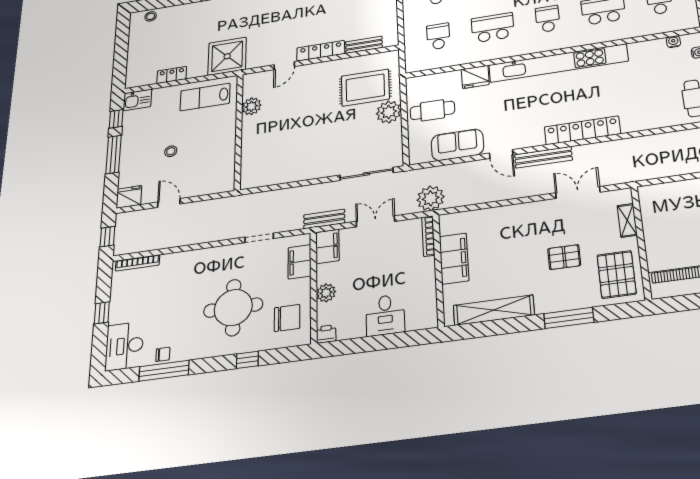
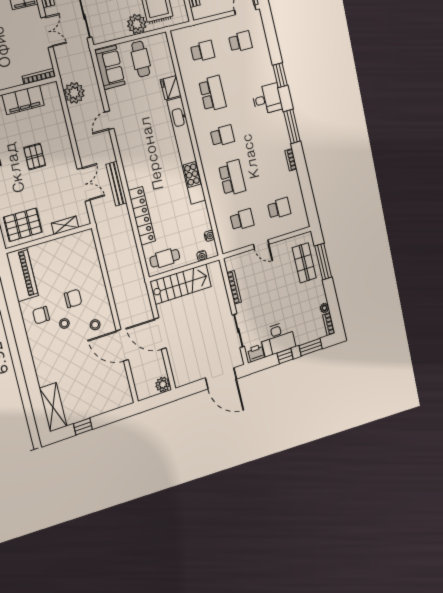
locker: (582, 130) -> (142, 216), moved
sofa: (457, 145) -> (110, 68), moved
bench: (543, 157) -> (116, 184), moved
plant: (431, 198) -> (74, 93), moved
pallet: (564, 257) -> (35, 157), moved

